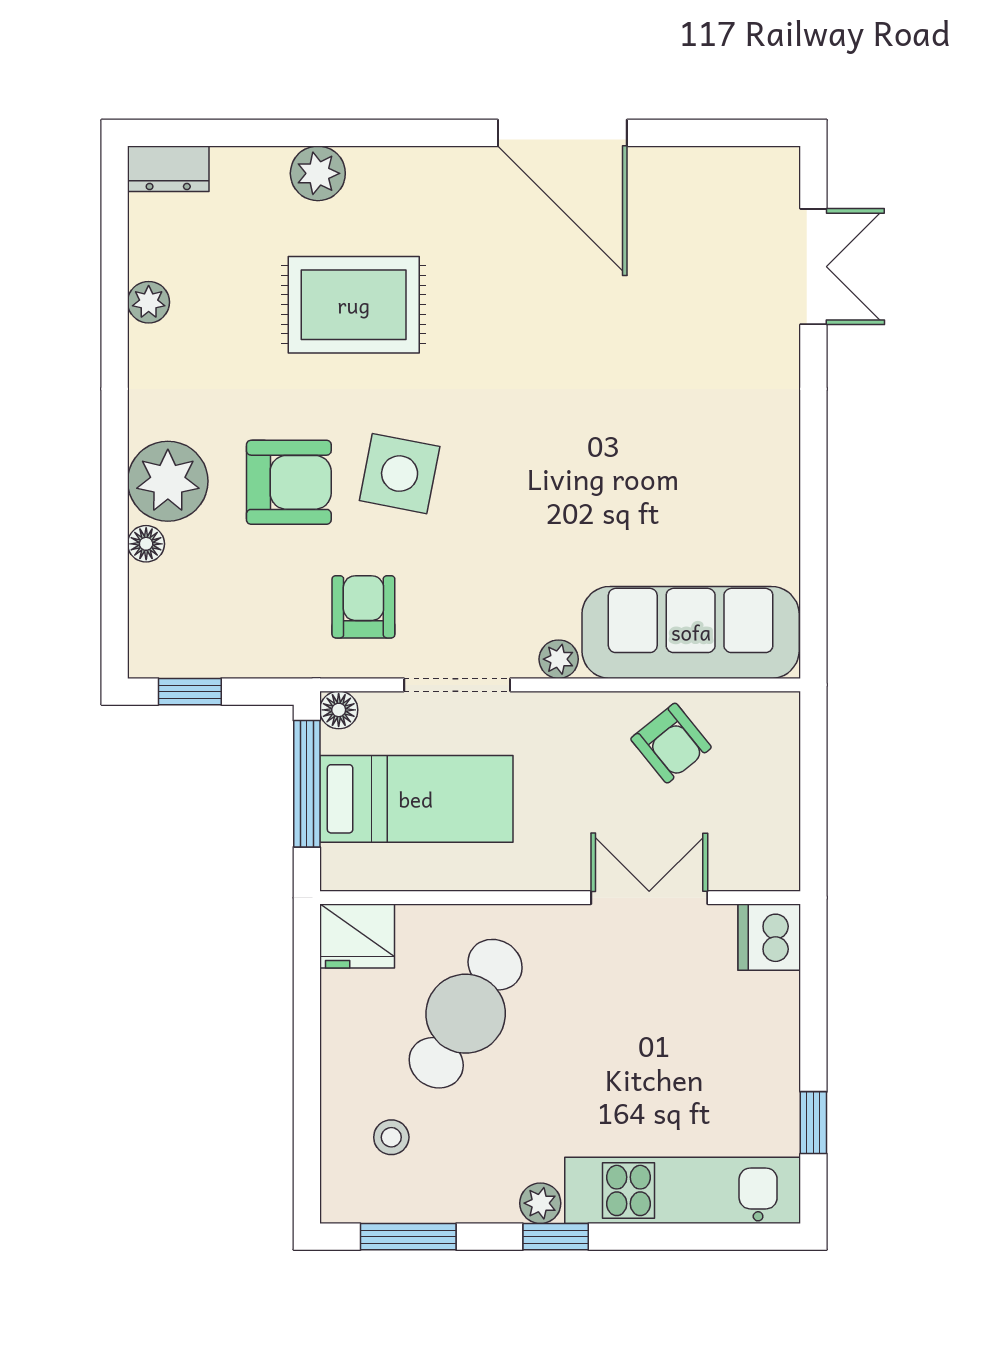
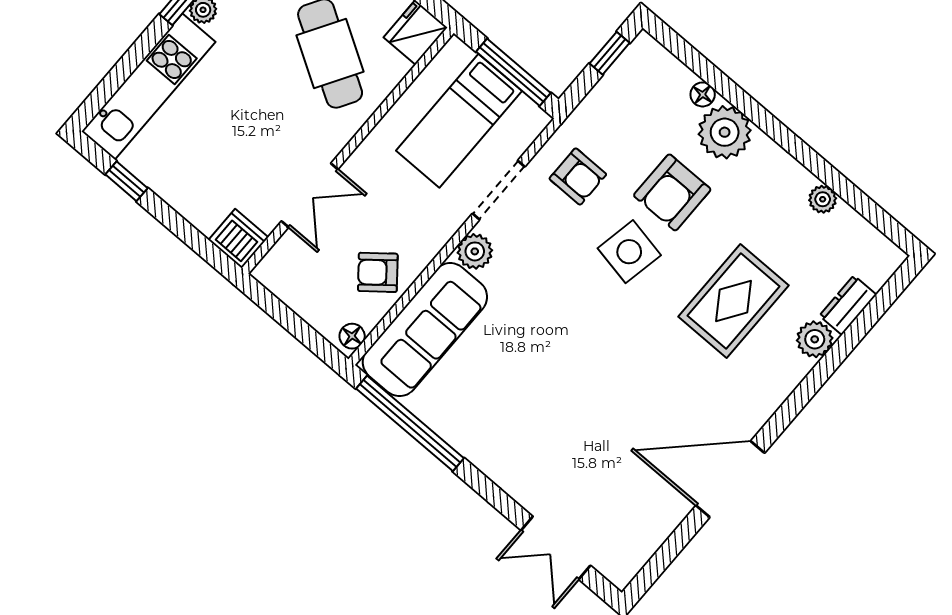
dresser: (168, 169) -> (848, 305), moved
window: (813, 557) -> (410, 423), added
plant: (559, 659) -> (475, 251), width x1.38, depth x1.38
floor lamp: (339, 710) -> (352, 336), moved

